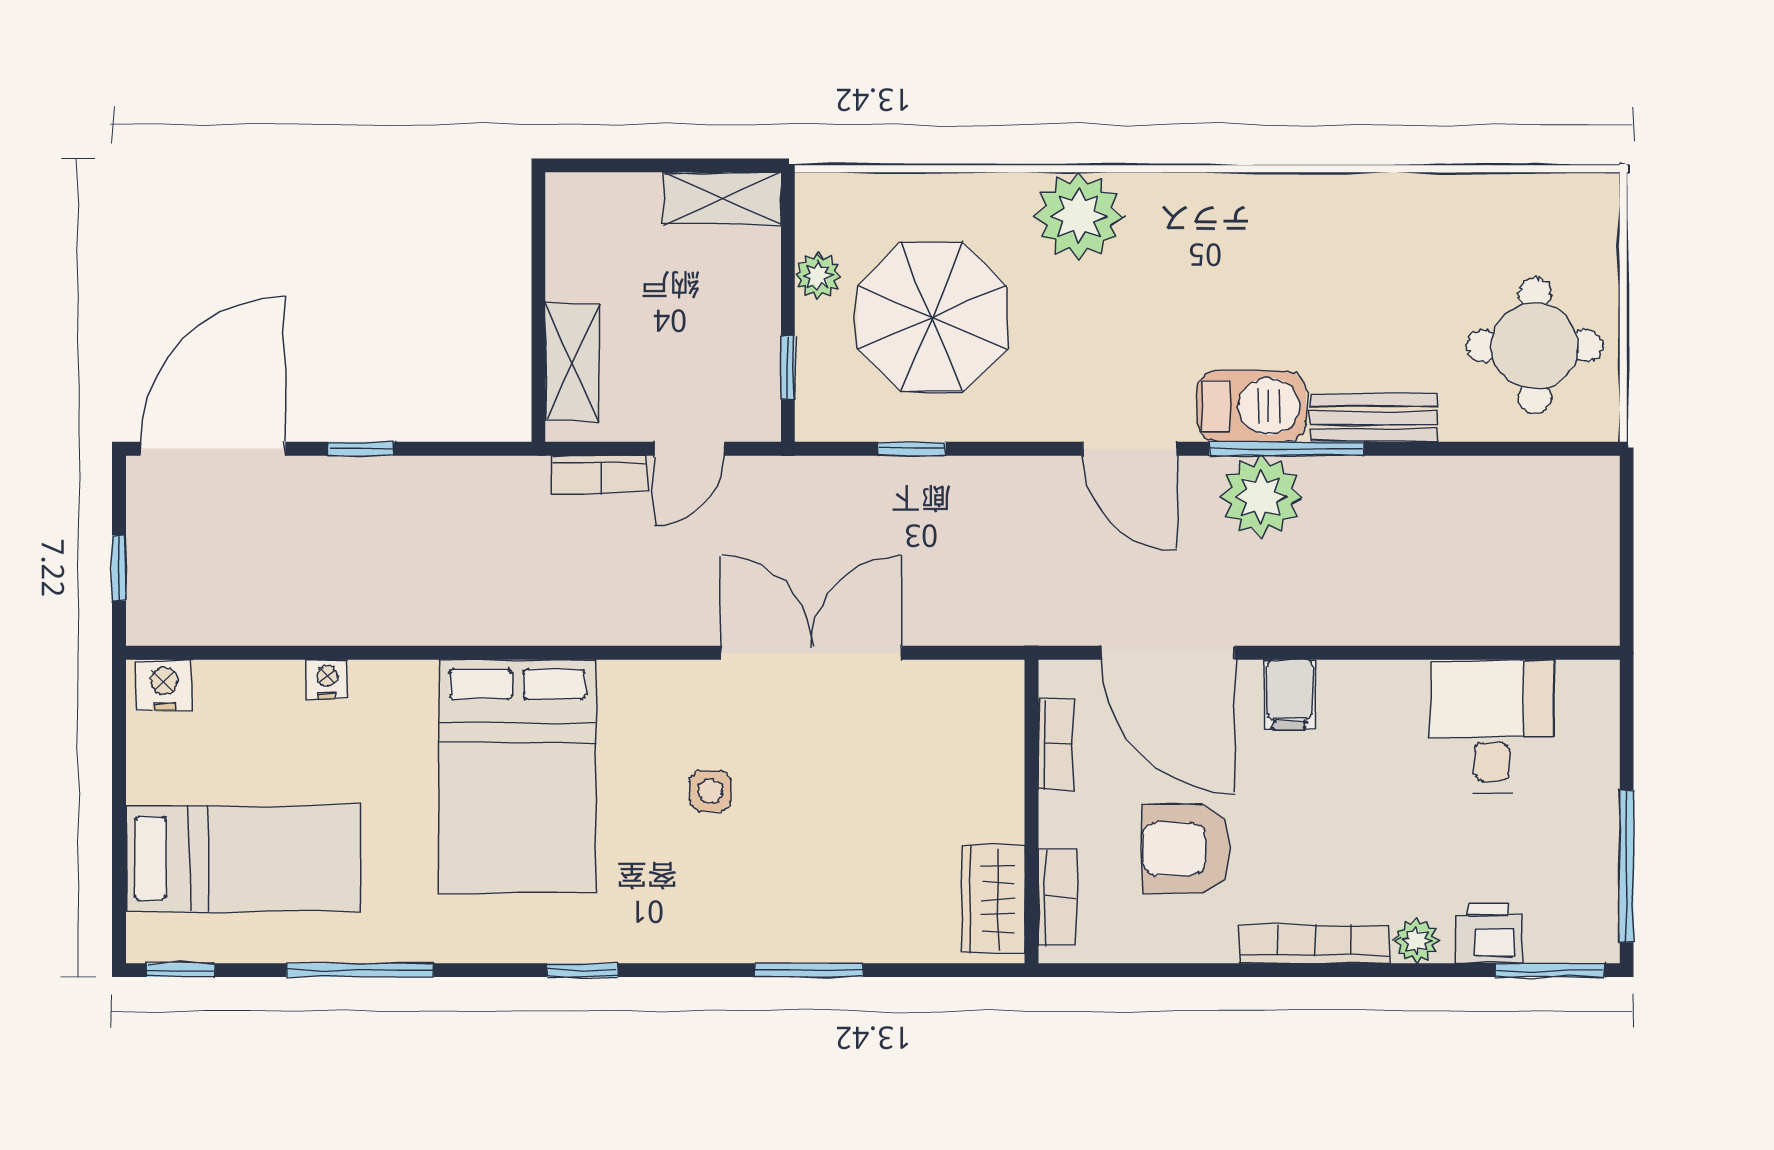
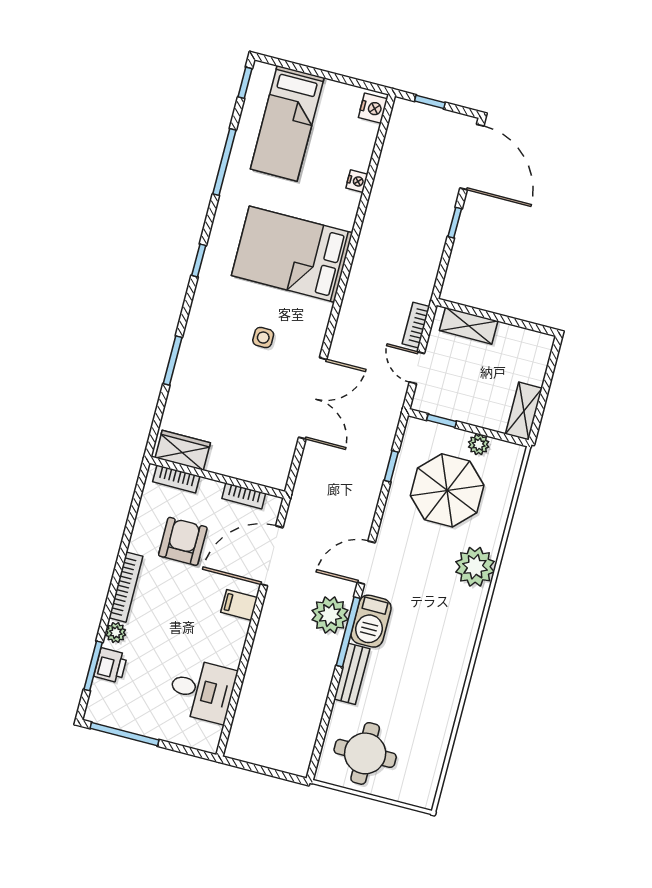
window: (1550, 970) -> (93, 666), moved

